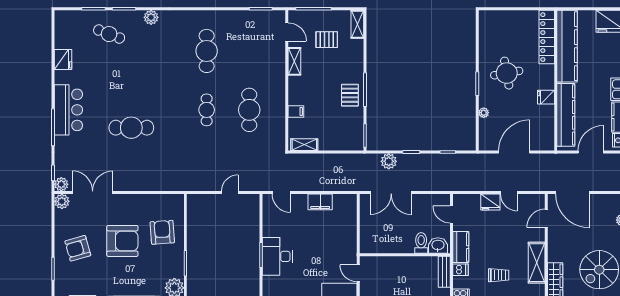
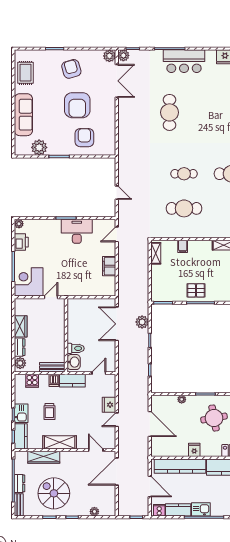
armchair: (162, 232) -> (84, 138), turned -86
desk: (277, 256) -> (77, 231), moved

